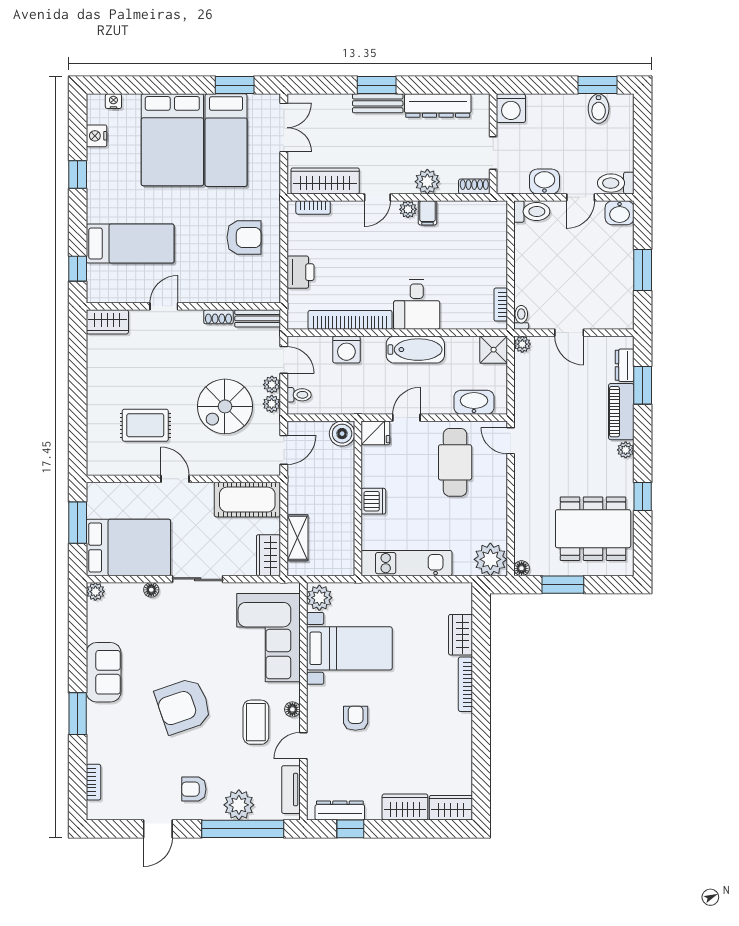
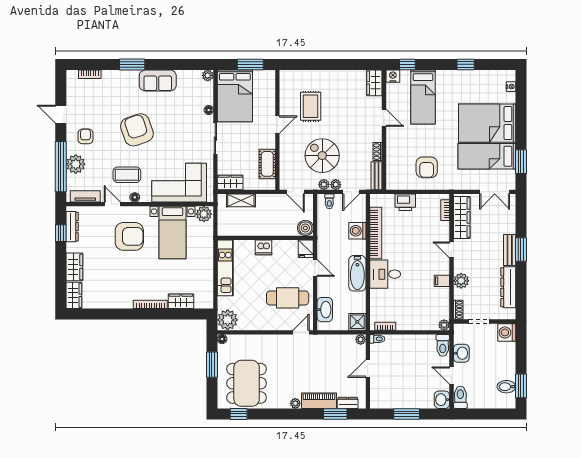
nightstand: (97, 136) -> (393, 76), moved
plant: (408, 209) -> (444, 325), moved
window: (643, 497) -> (239, 414), moved
cot: (247, 500) -> (267, 164), width x0.73, depth x0.75
armchair: (356, 718) -> (129, 236), width x1.88, depth x1.88

